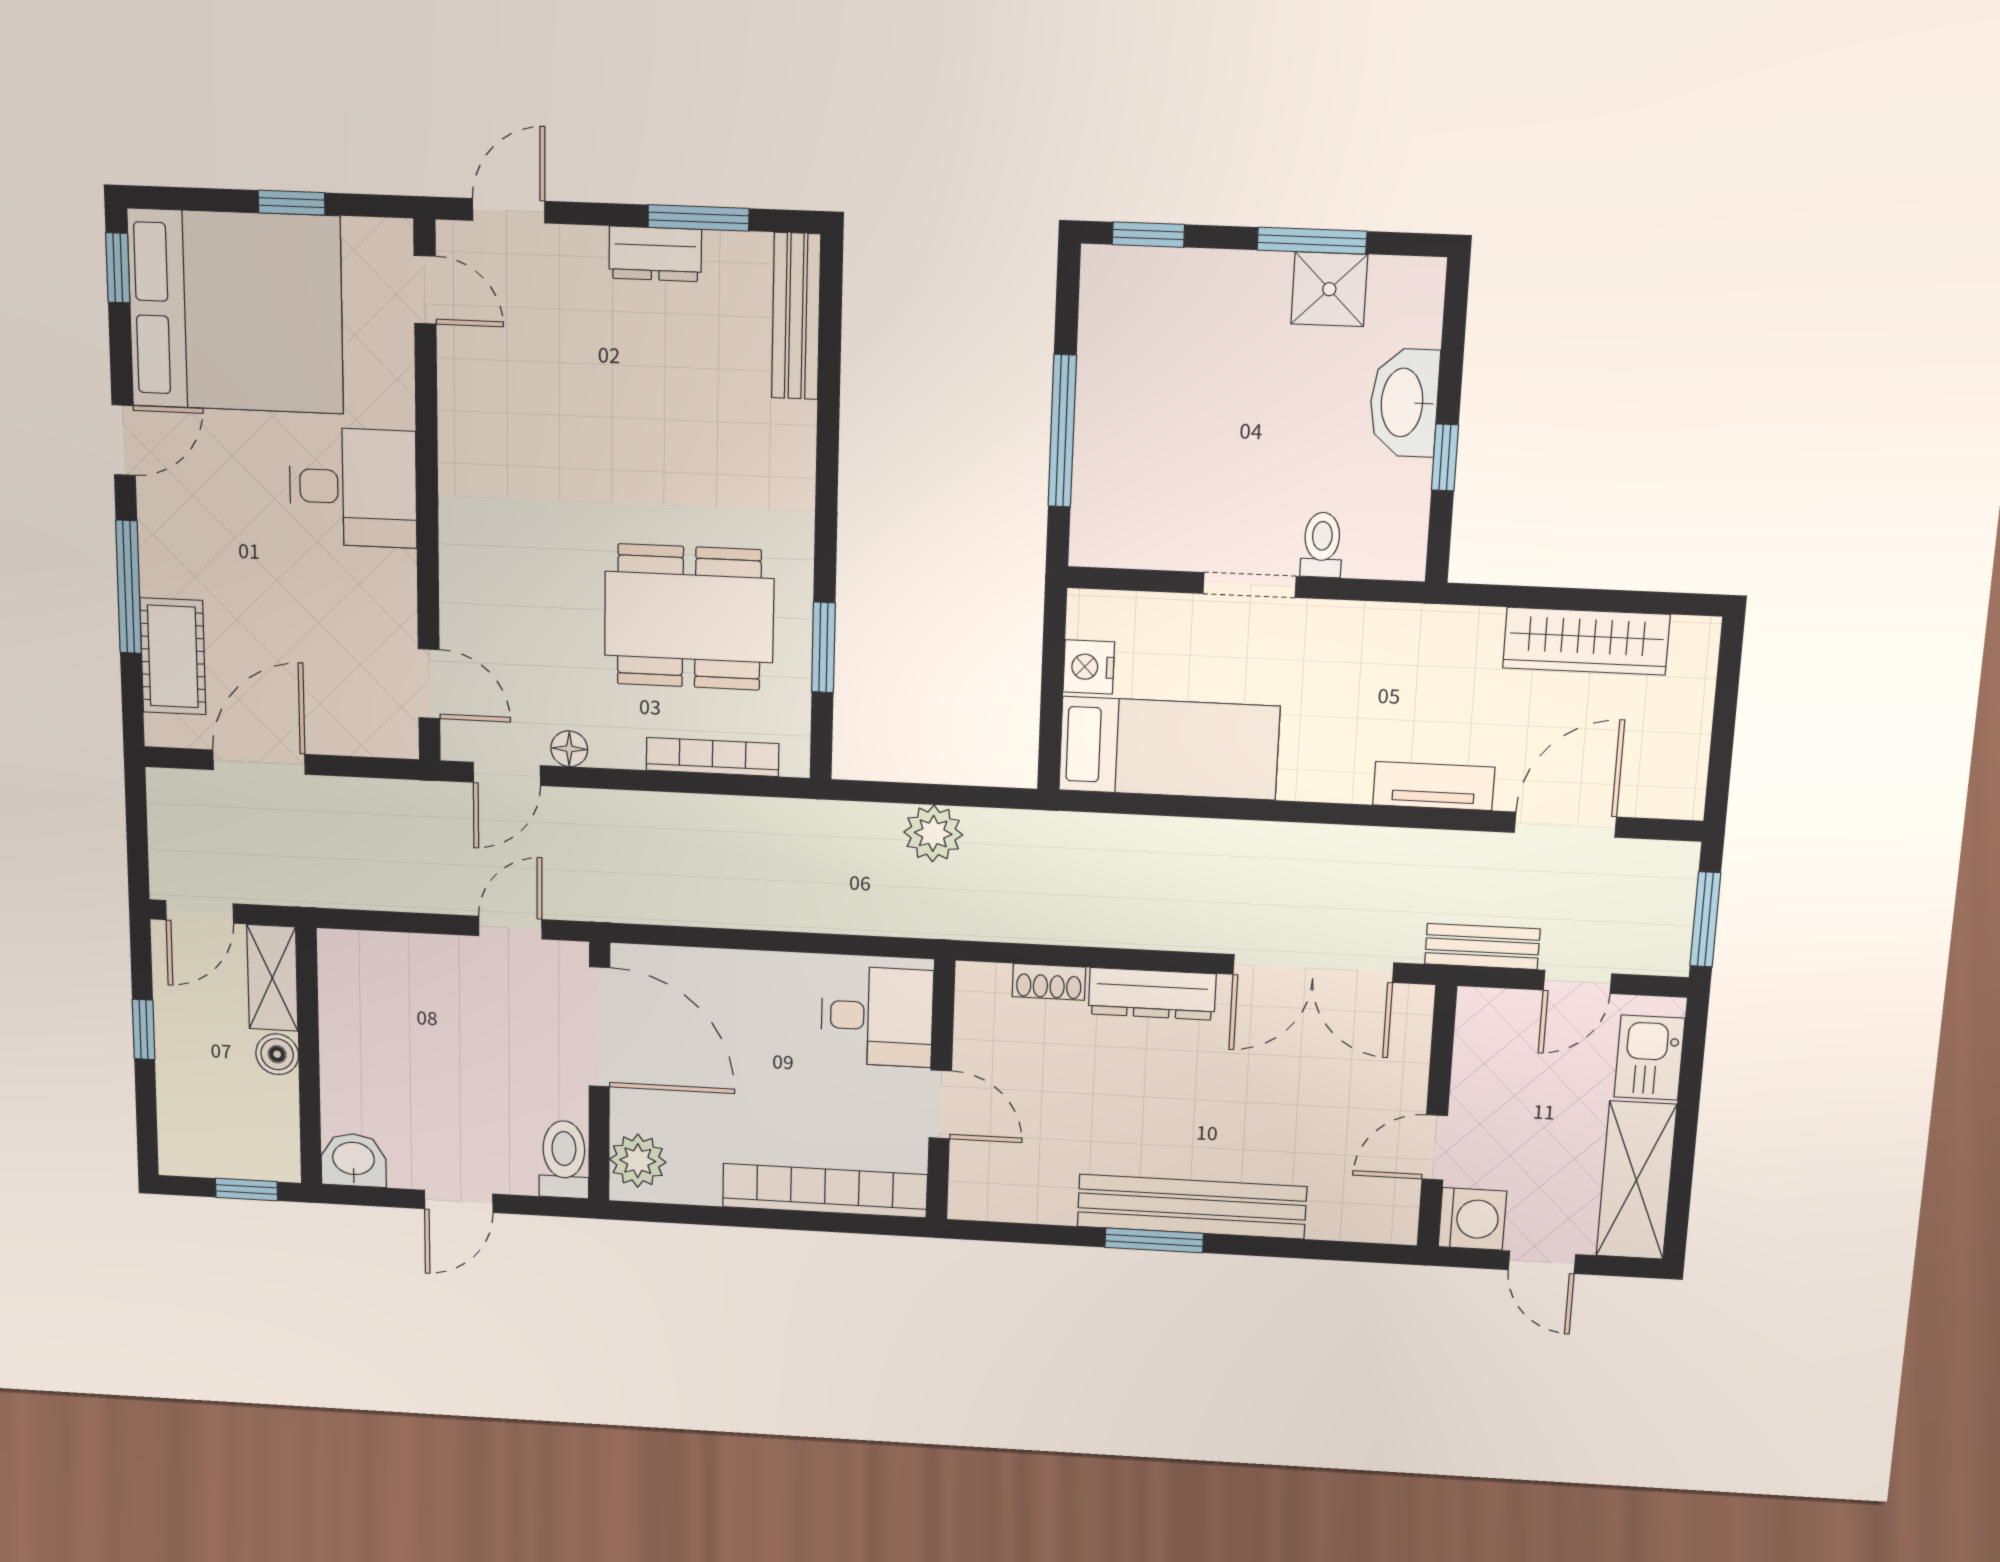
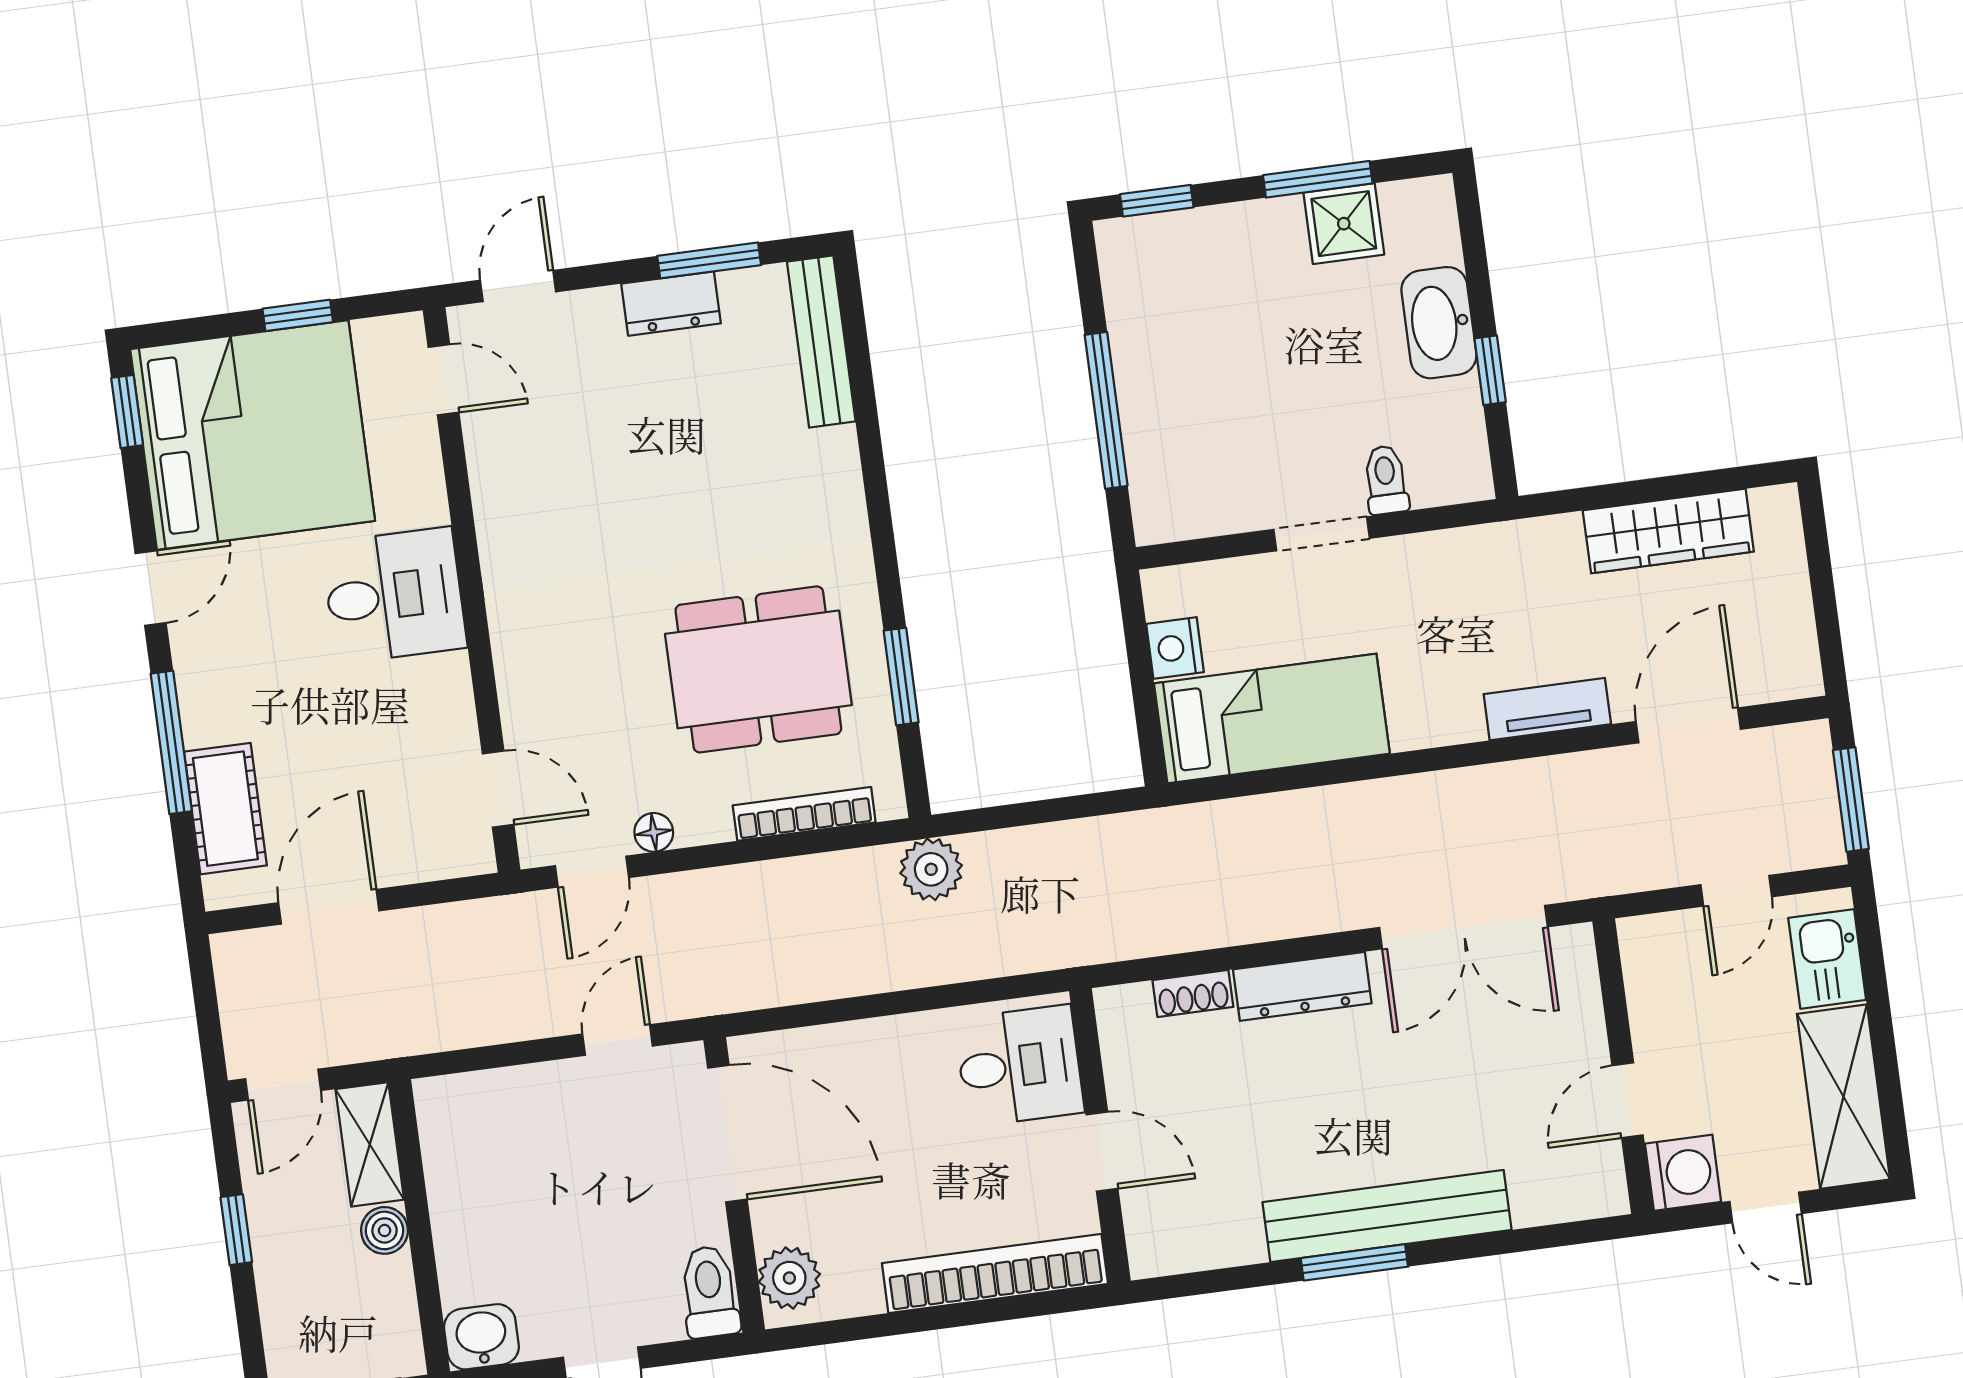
plant: (933, 833) -> (931, 869), moved
bench: (1482, 946) -> (1631, 871), removed

